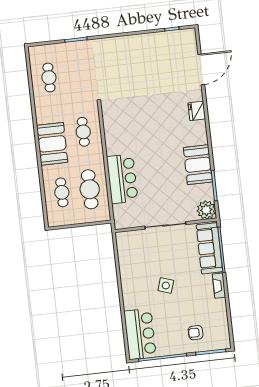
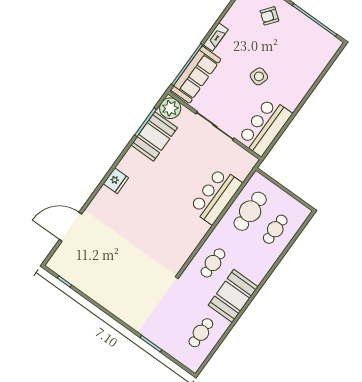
fridge: (197, 111) -> (116, 181), moved
booth: (52, 144) -> (233, 296), moved
booth: (198, 165) -> (154, 136), moved
armchair: (196, 333) -> (269, 16), turned 128
bar counter: (140, 334) -> (265, 127), moved

